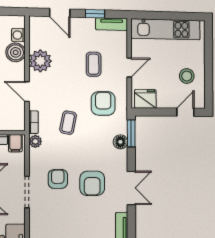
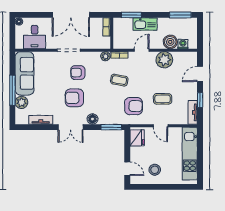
floor lamp: (120, 142) -> (92, 119), moved
filing cabinet: (15, 143) -> (104, 42), removed
armchair: (58, 179) -> (78, 73), turned 180

